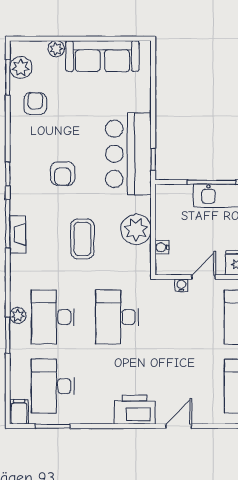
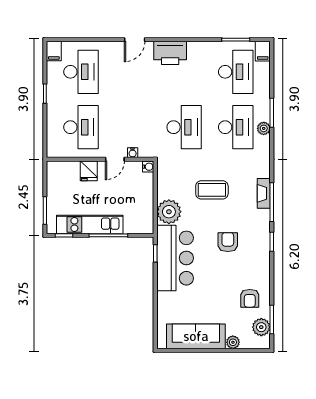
plant: (136, 229) -> (169, 212), moved
coffee table: (82, 239) -> (212, 190), turned 90
water cooler: (162, 247) -> (148, 167), moved

